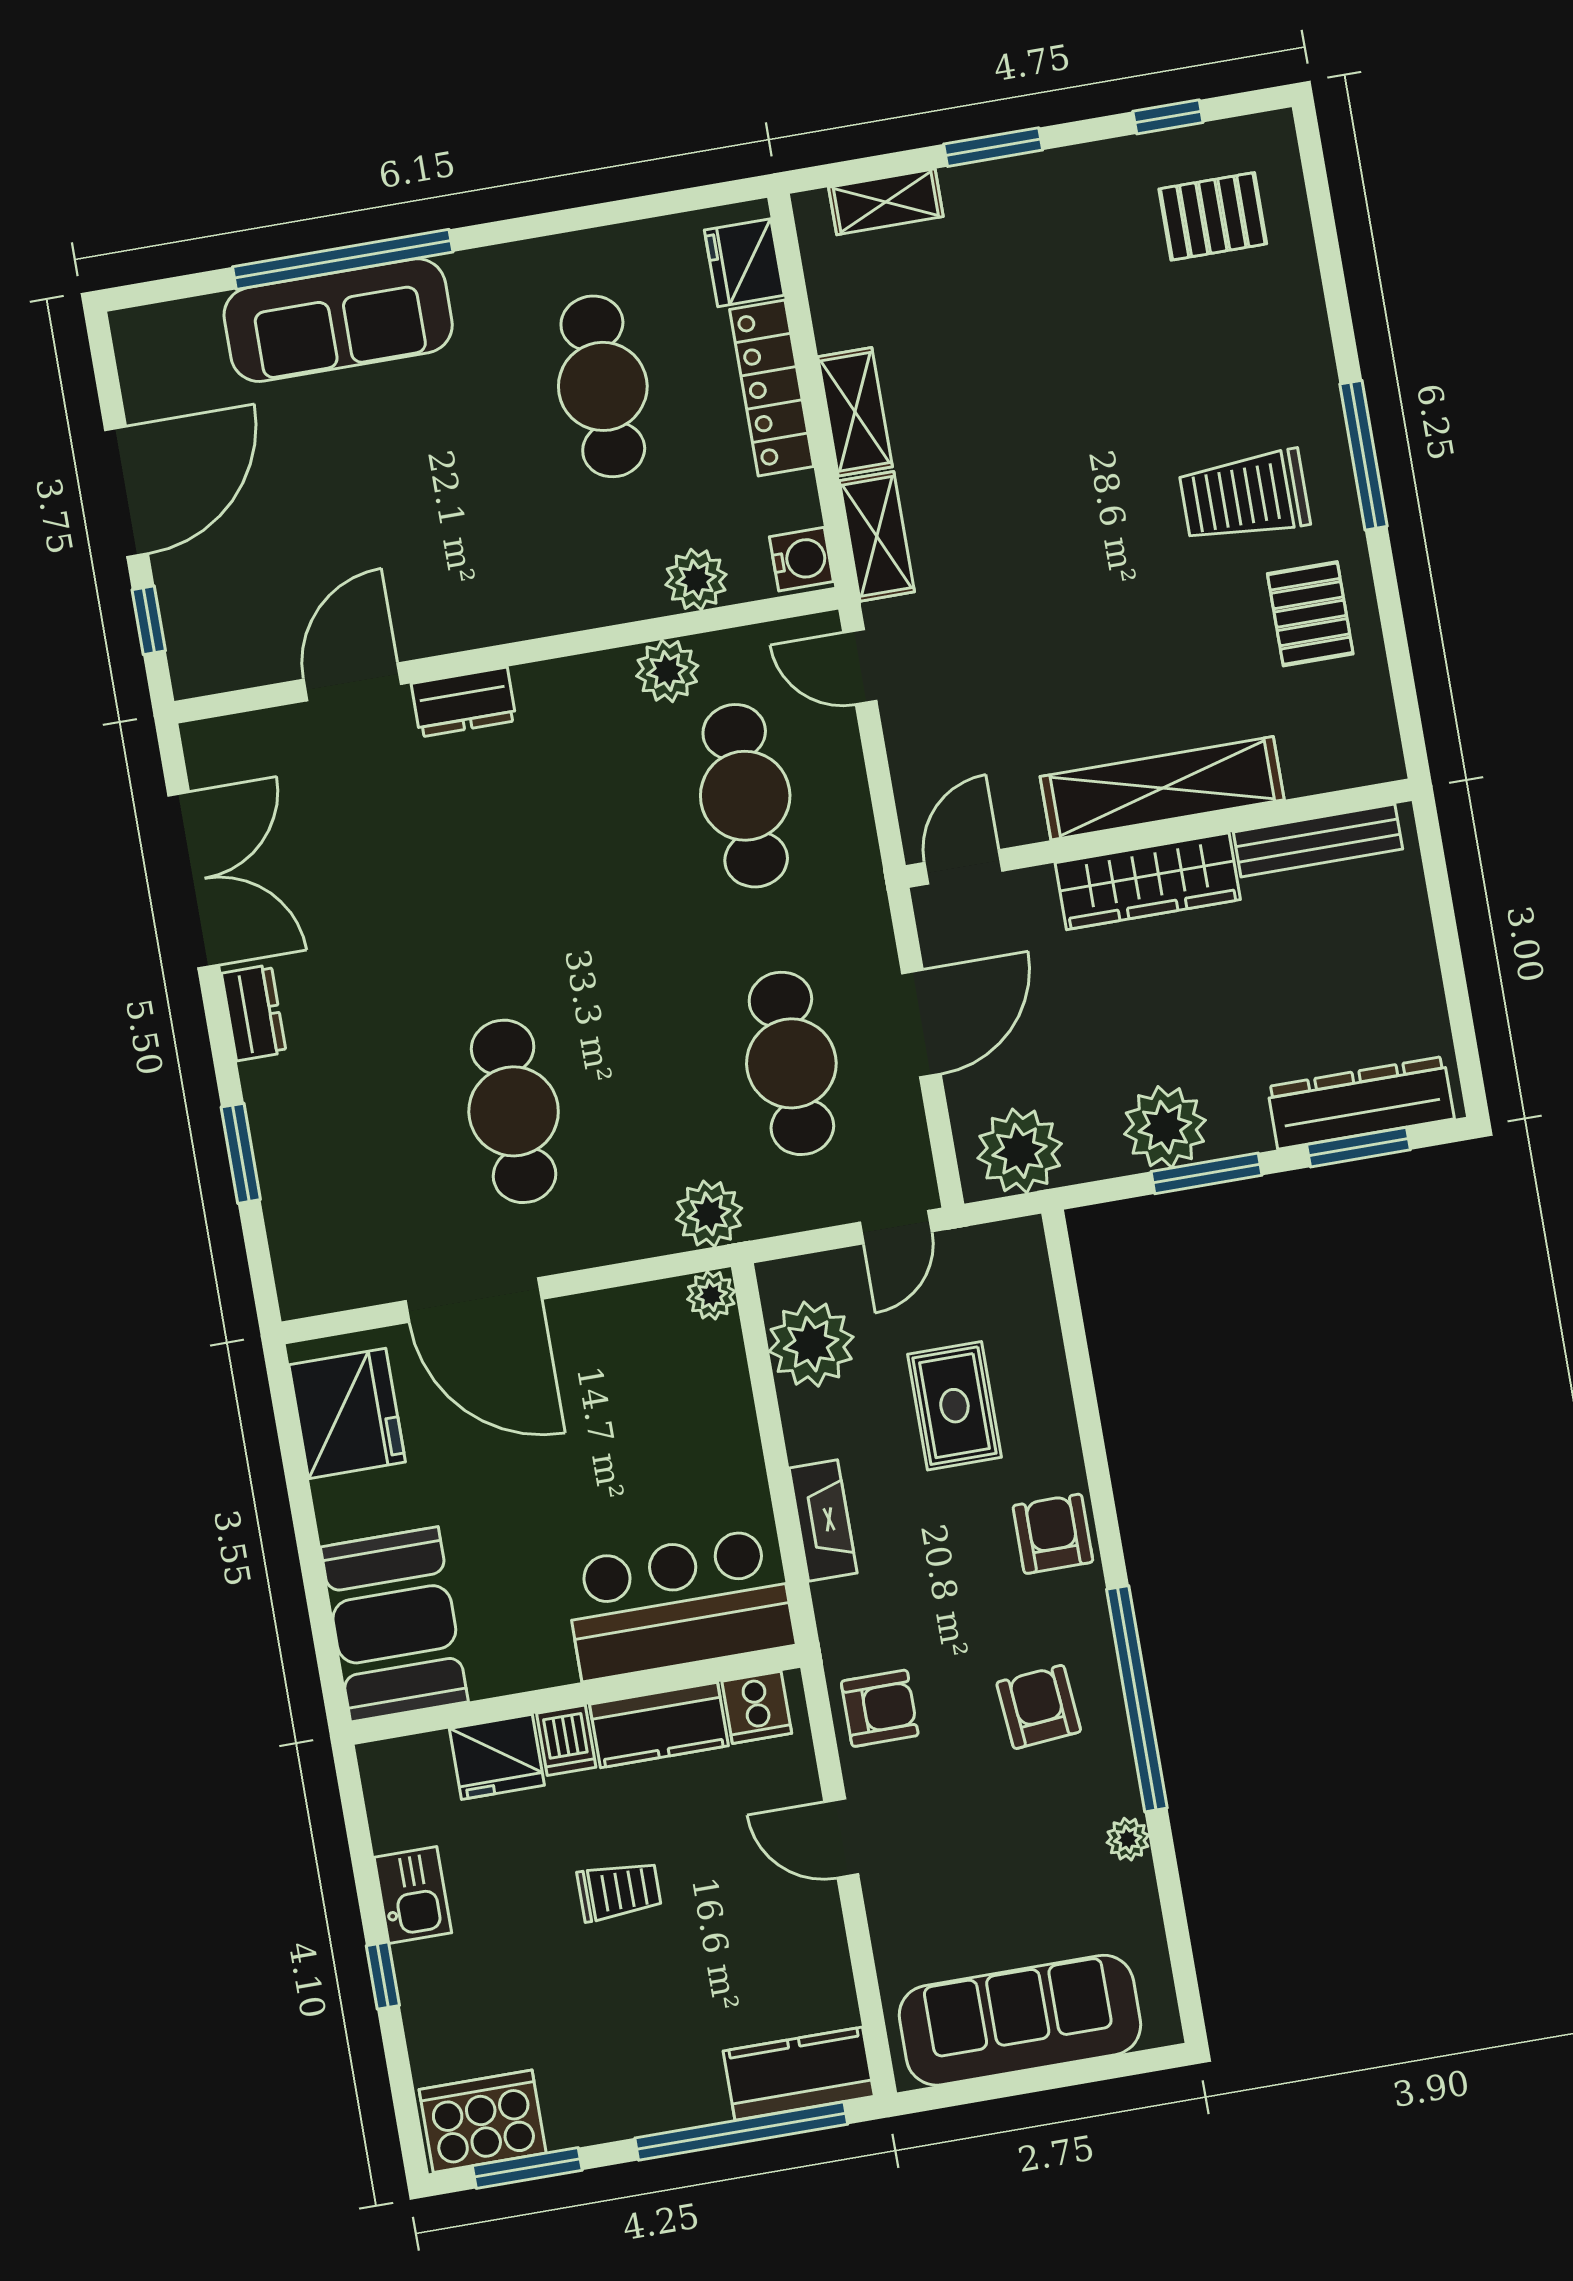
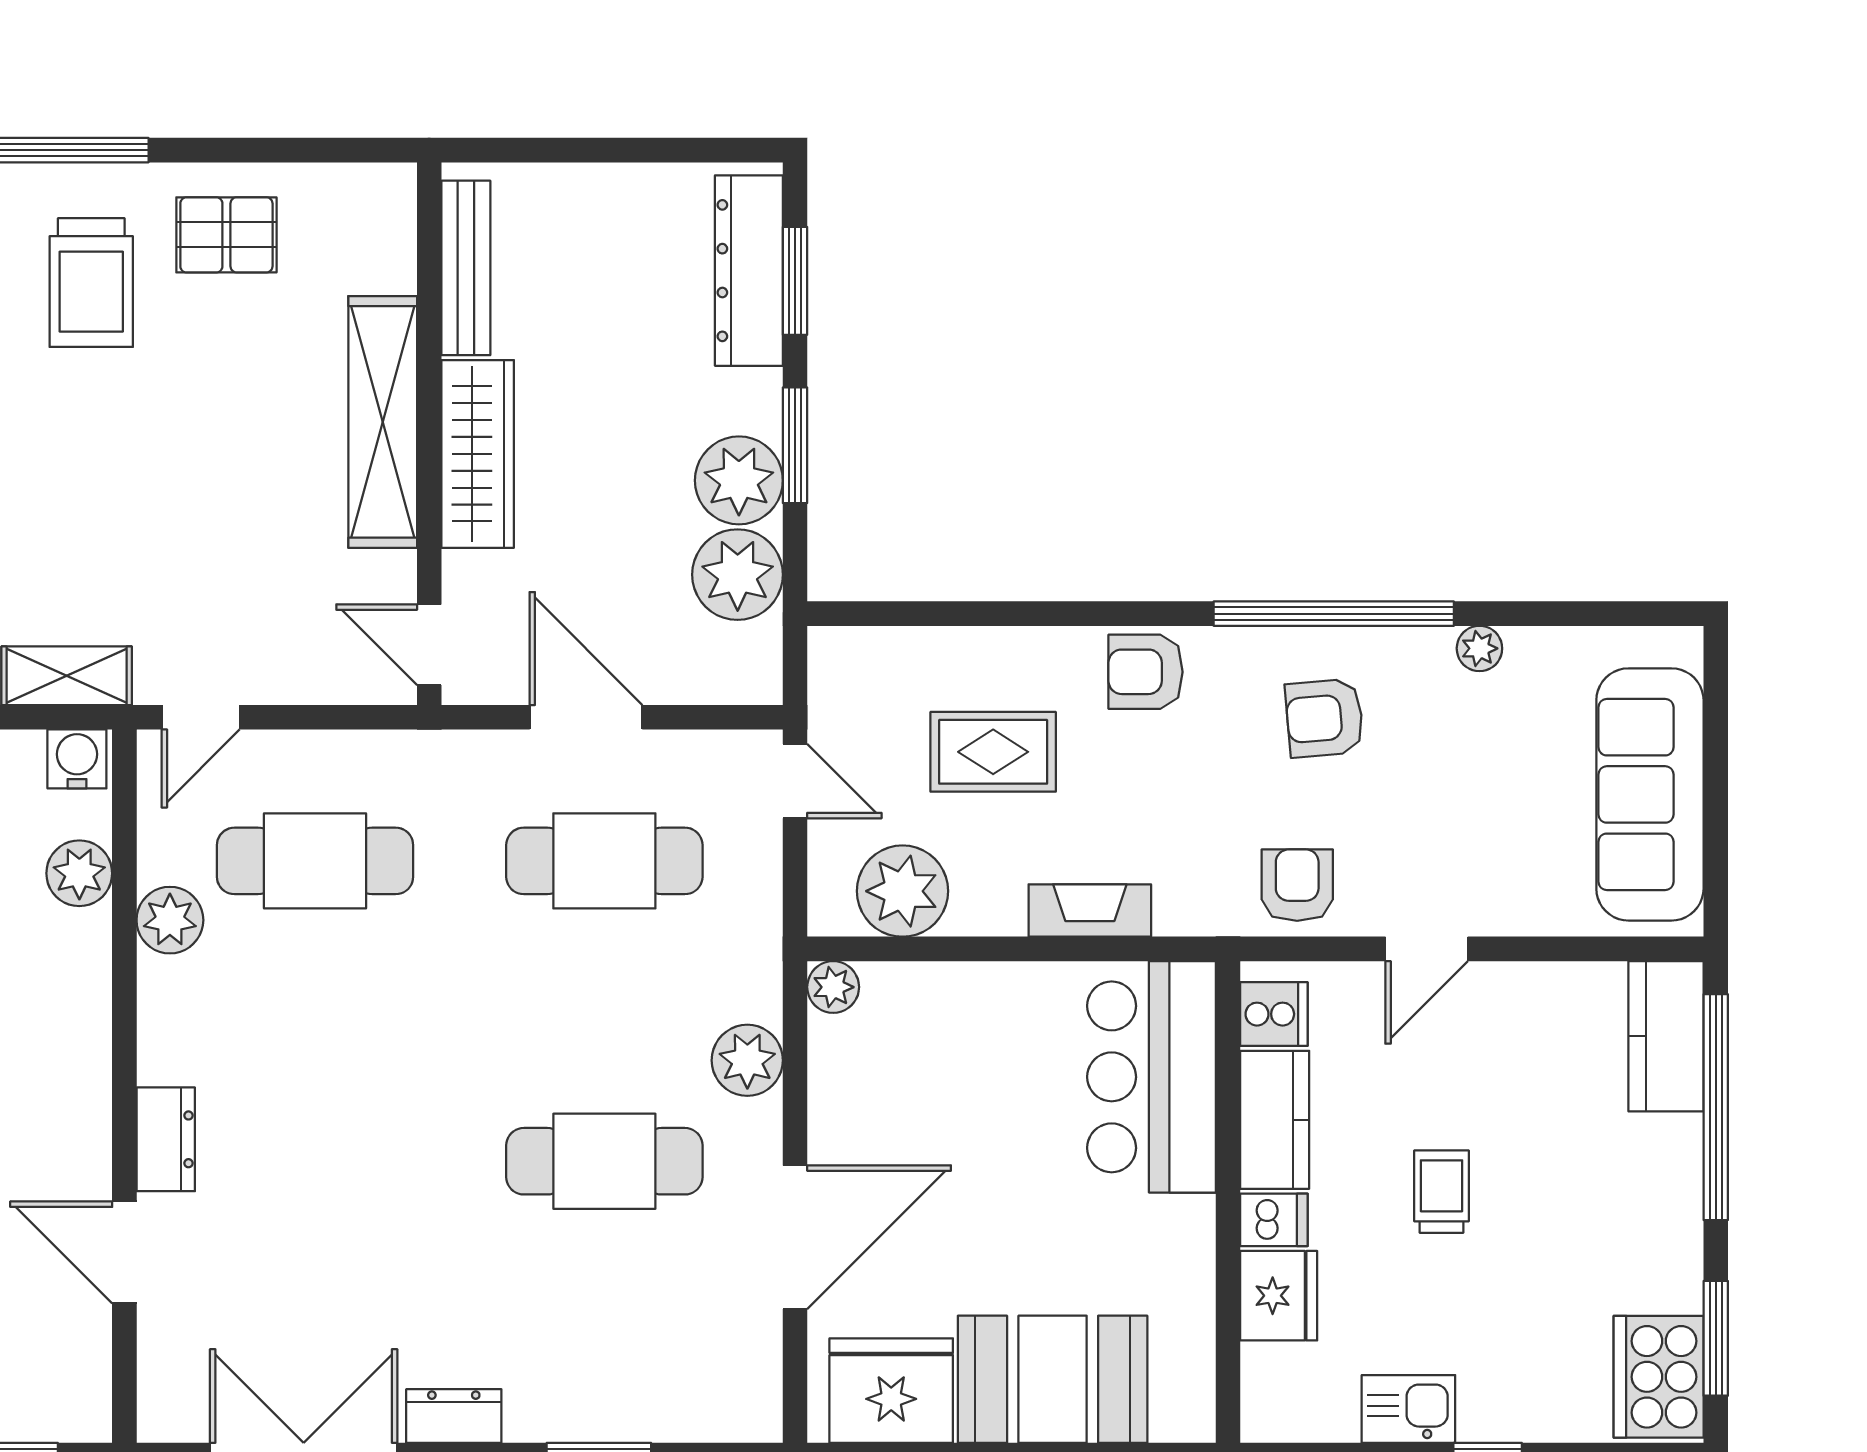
plant: (1020, 1151) -> (738, 575), moved
plant: (709, 1214) -> (747, 1060), moved
booth: (394, 1624) -> (1053, 1379), moved

